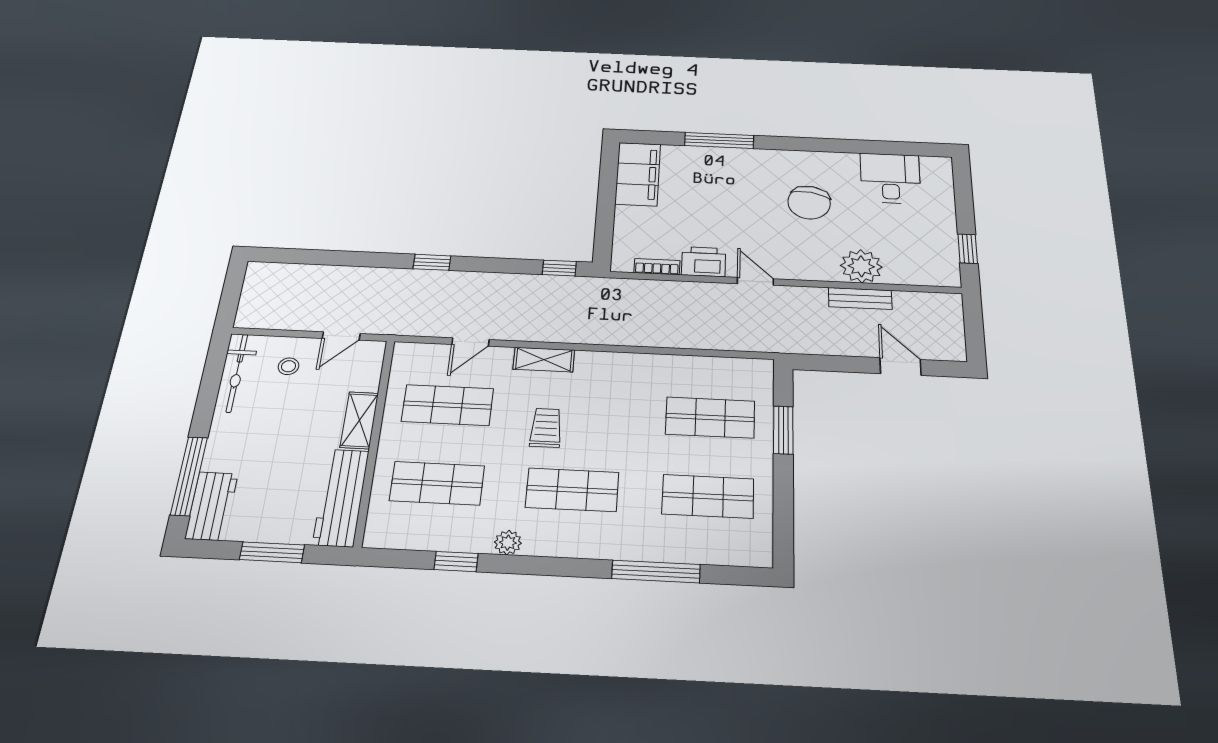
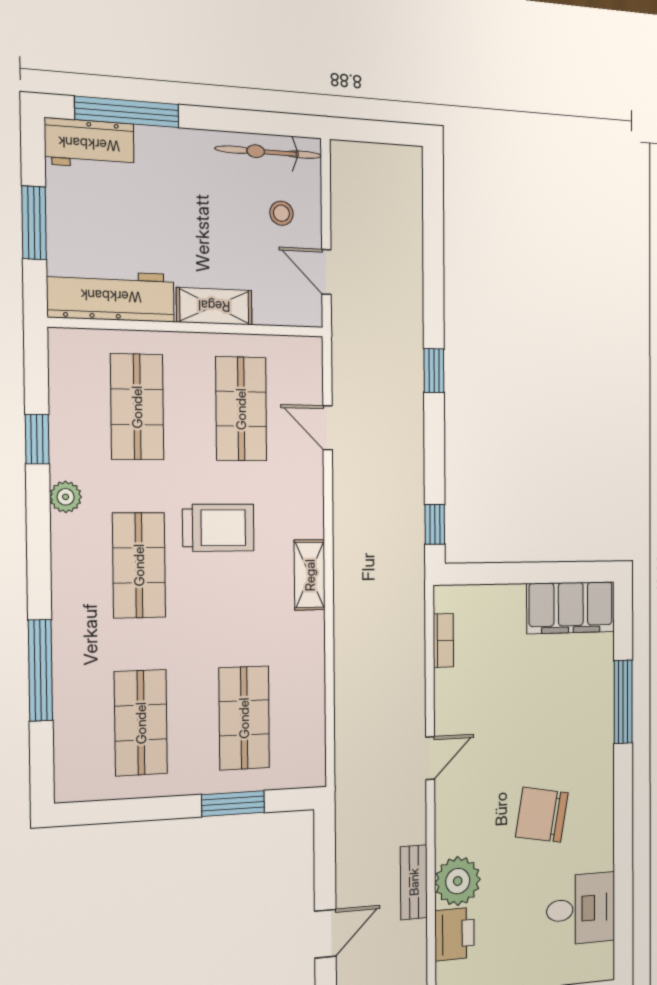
printer: (704, 262) -> (455, 934), moved
shelving: (544, 360) -> (310, 575), moved
trolley: (546, 428) -> (218, 528), width x1.36, depth x1.39

